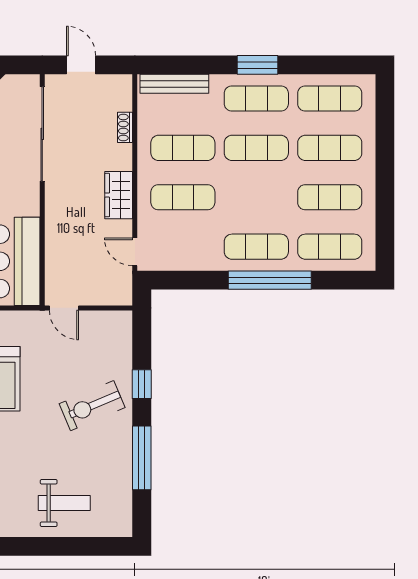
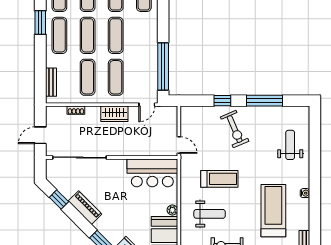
window: (257, 65) -> (40, 23), moved
bench: (174, 84) -> (51, 82), width x0.73
exercise mat: (256, 247) -> (116, 35), moved
window: (270, 280) -> (163, 66), moved
door: (64, 308) -> (179, 145), hinge flipped

